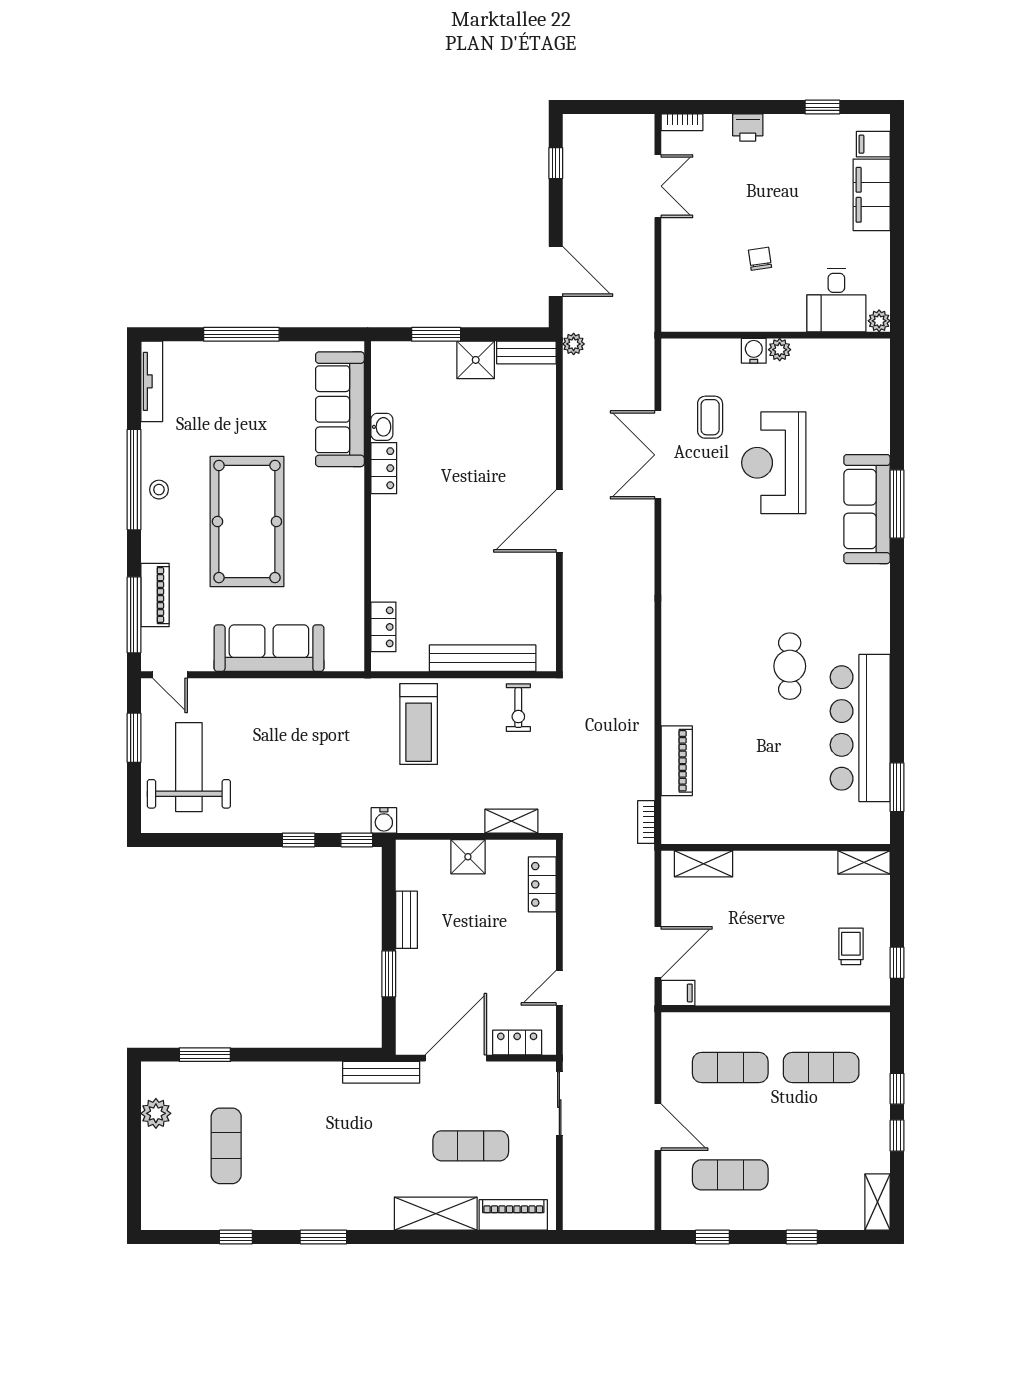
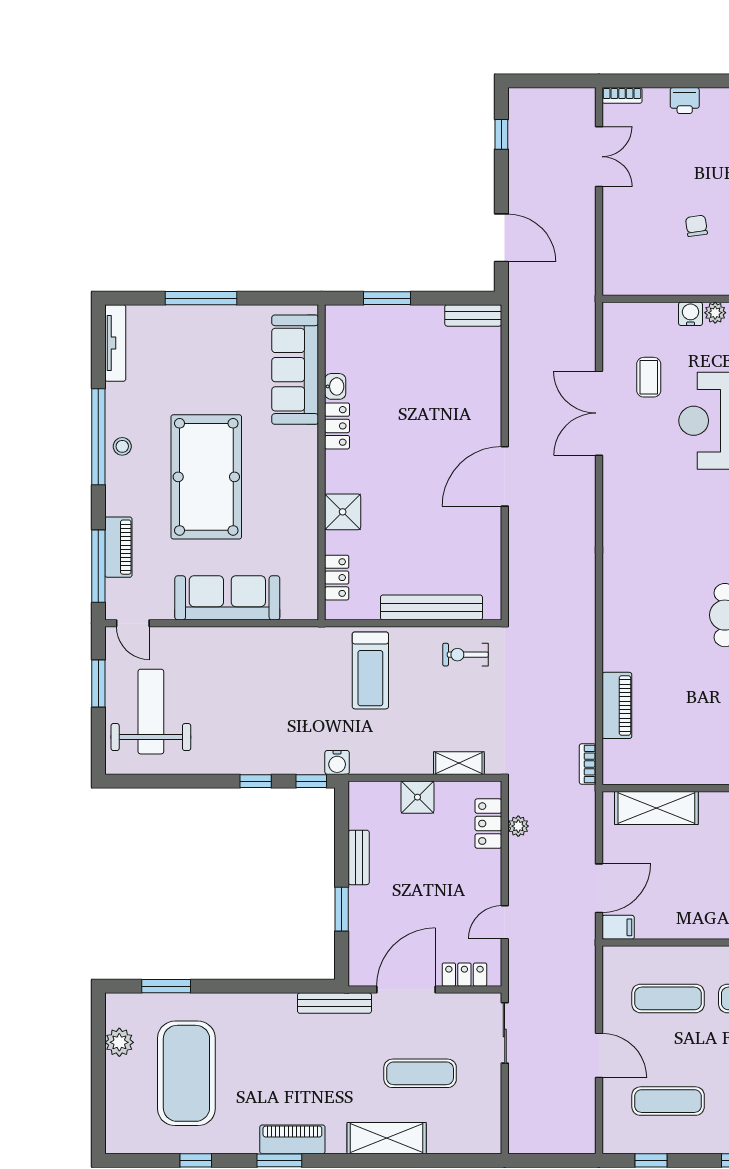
plant: (574, 344) -> (518, 826), moved
shower: (476, 360) -> (343, 512), moved
exercise bike: (518, 708) -> (466, 655), turned 90
shelving: (704, 864) -> (656, 808), width x1.50, depth x1.33
exercise mat: (226, 1146) -> (186, 1073), width x2.00, depth x1.45
piano: (513, 1215) -> (292, 1139), moved

